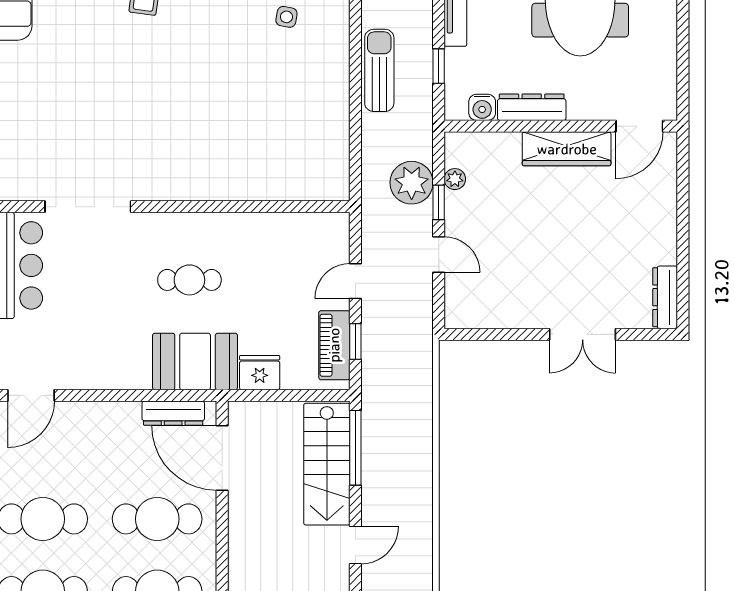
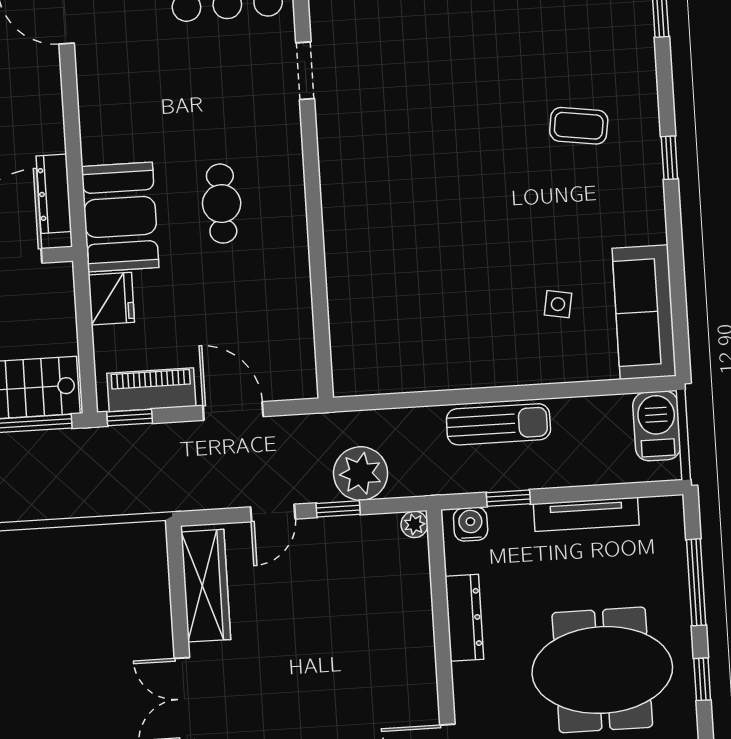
water cooler: (482, 107) -> (471, 524), moved, turned 90
wardrobe: (567, 149) -> (206, 586), moved, turned 180
plant: (455, 179) -> (414, 524), moved
doorway: (88, 207) -> (305, 71), width x0.53
door: (355, 281) -> (233, 411), width x1.38
window: (355, 341) -> (130, 417), moved

